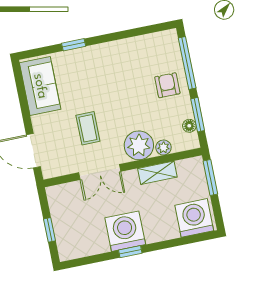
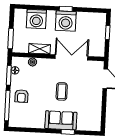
sofa: (40, 86) -> (61, 120), moved, turned 90
coffee table: (88, 128) -> (62, 91), moved
plant: (139, 145) -> (46, 67), removed
double door: (100, 172) -> (71, 57), width x1.37
washing machine: (194, 218) -> (36, 19), moved

